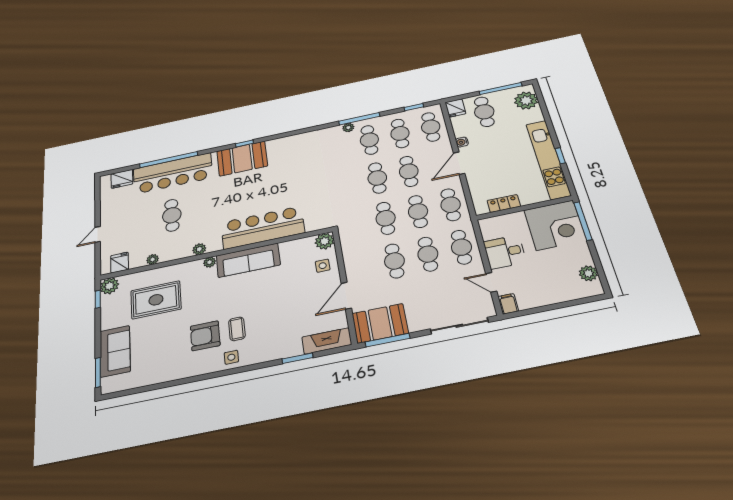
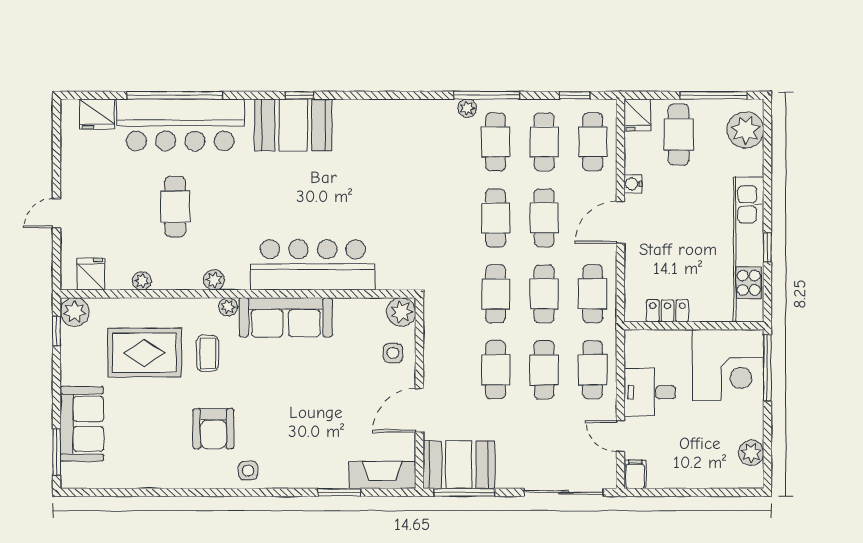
coffee table: (237, 329) -> (207, 353), moved
armchair: (205, 336) -> (213, 429), turned -90

